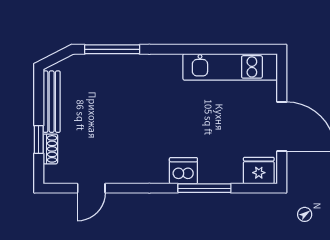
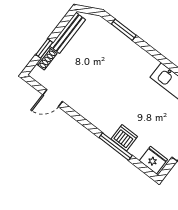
window: (112, 49) -> (124, 30), width x0.69
dishwasher: (183, 171) -> (124, 138), moved

